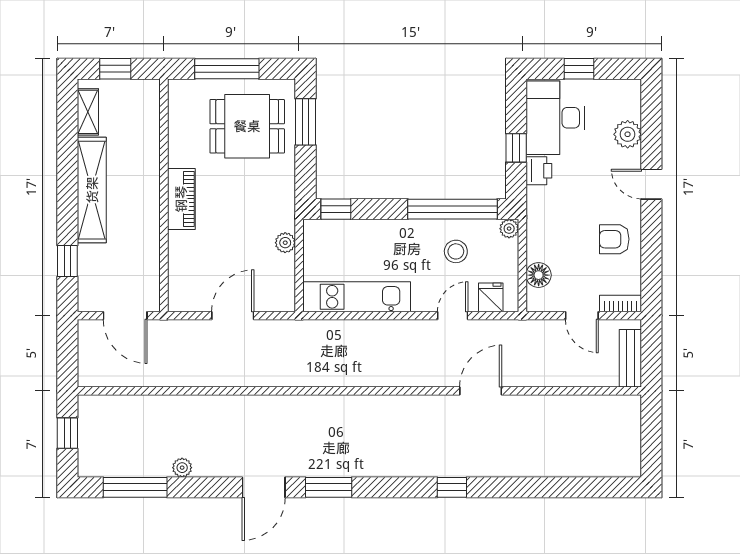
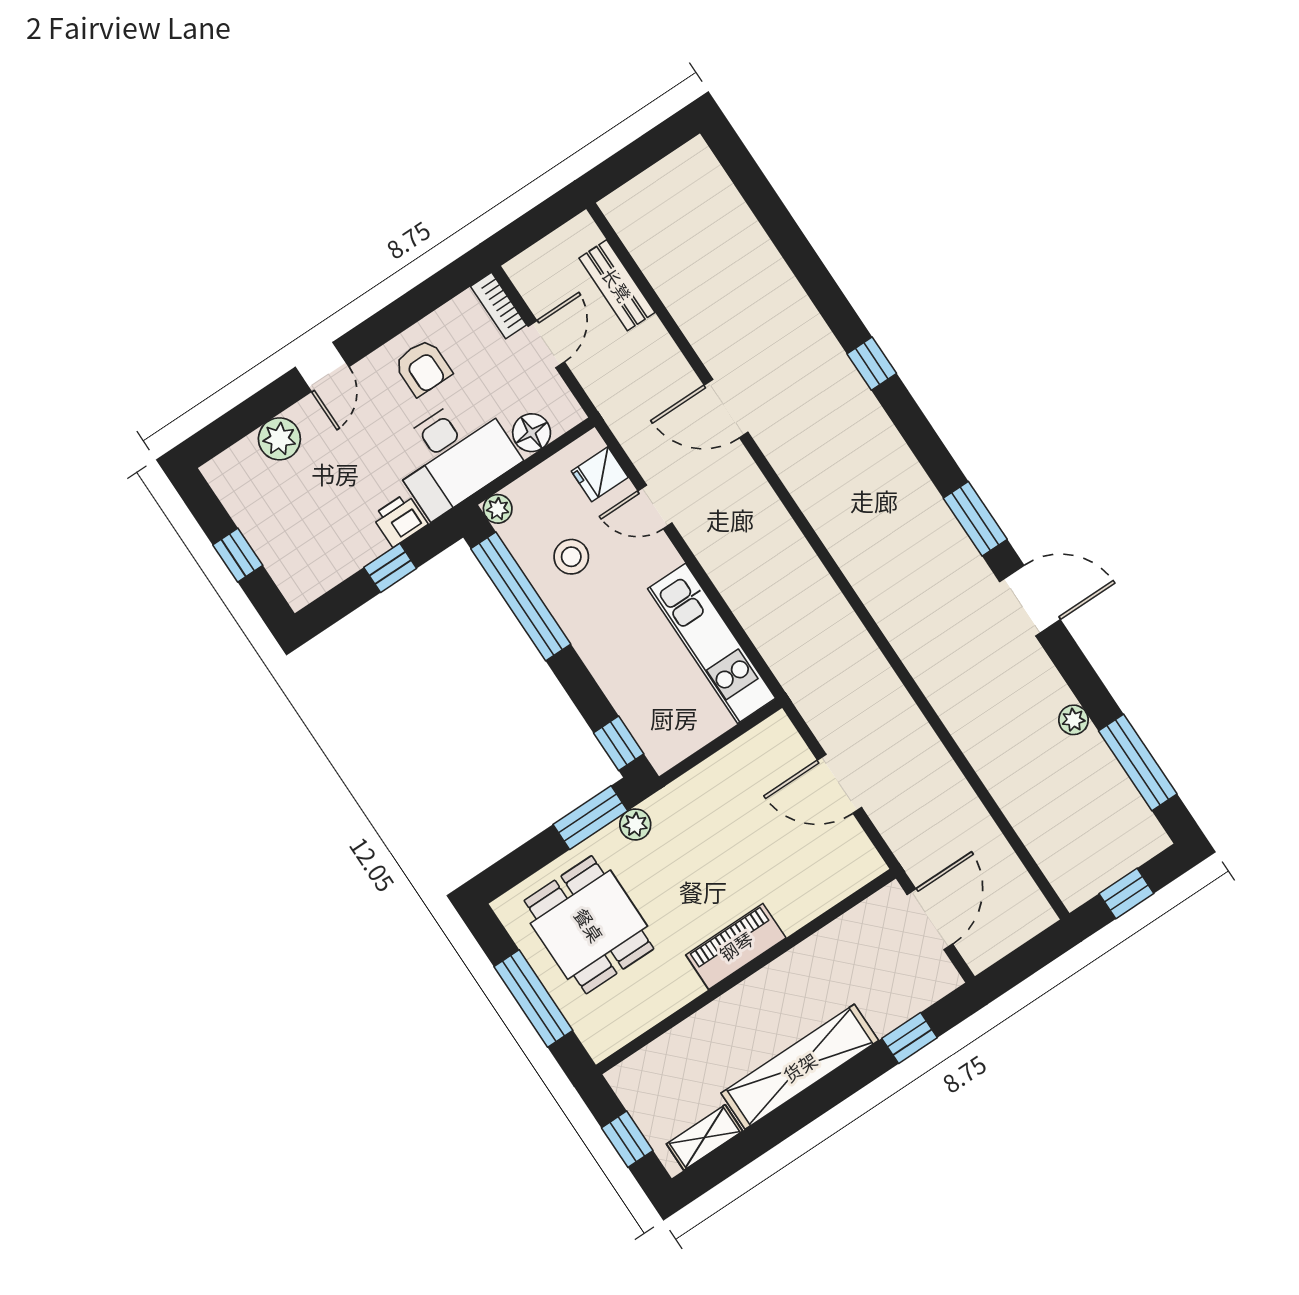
desk: (555, 118) -> (453, 455), moved
window: (305, 122) -> (590, 818), moved
plant: (285, 243) -> (635, 824), moved
bench: (630, 358) -> (617, 285), moved, turned 90

